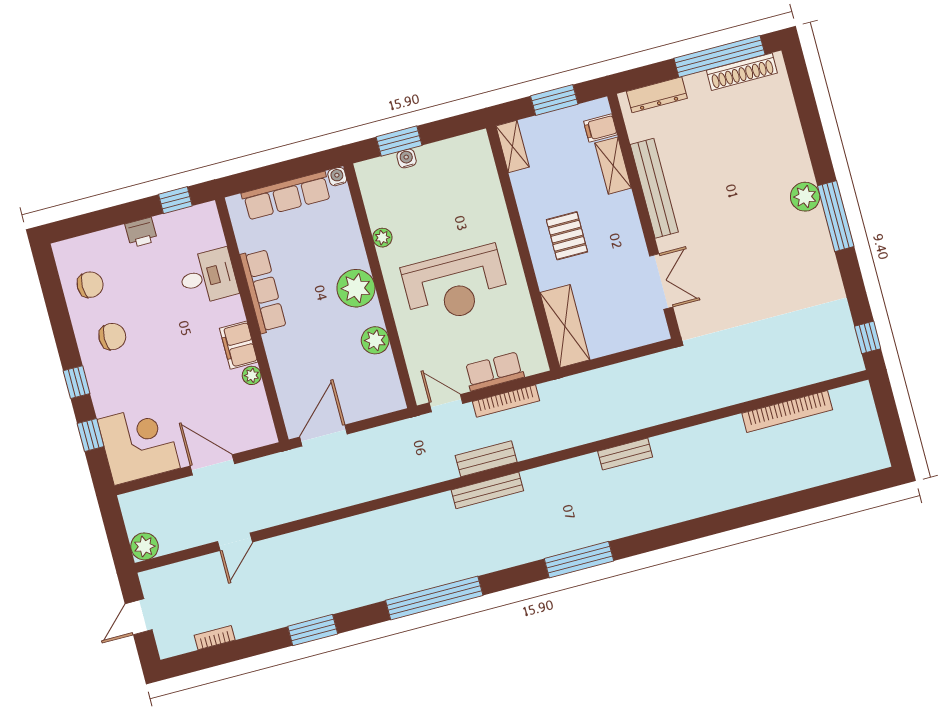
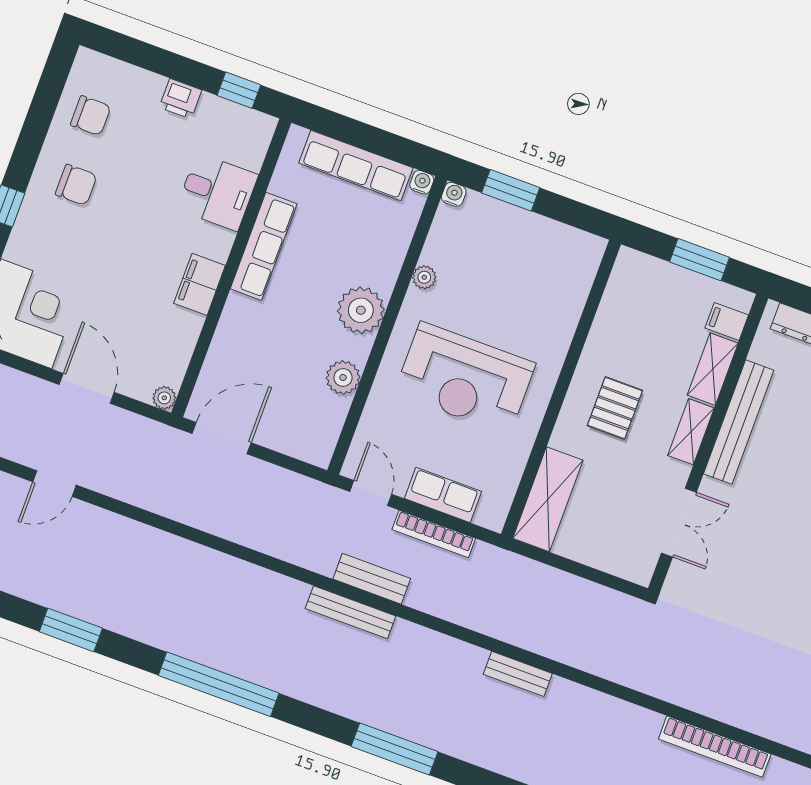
shelving: (513, 147) -> (691, 432), moved
water cooler: (407, 158) -> (454, 194), moved
plant: (252, 375) -> (164, 398), moved

